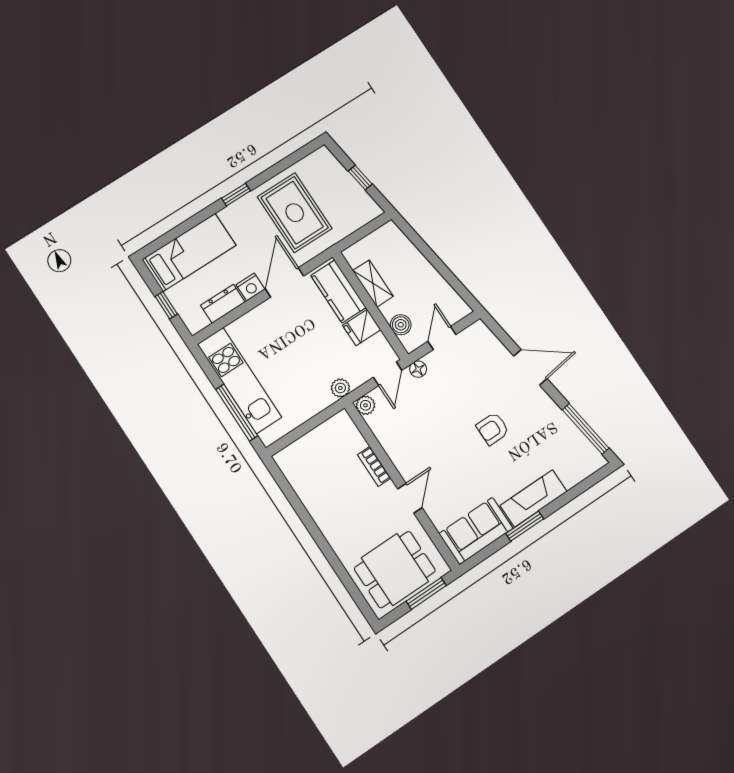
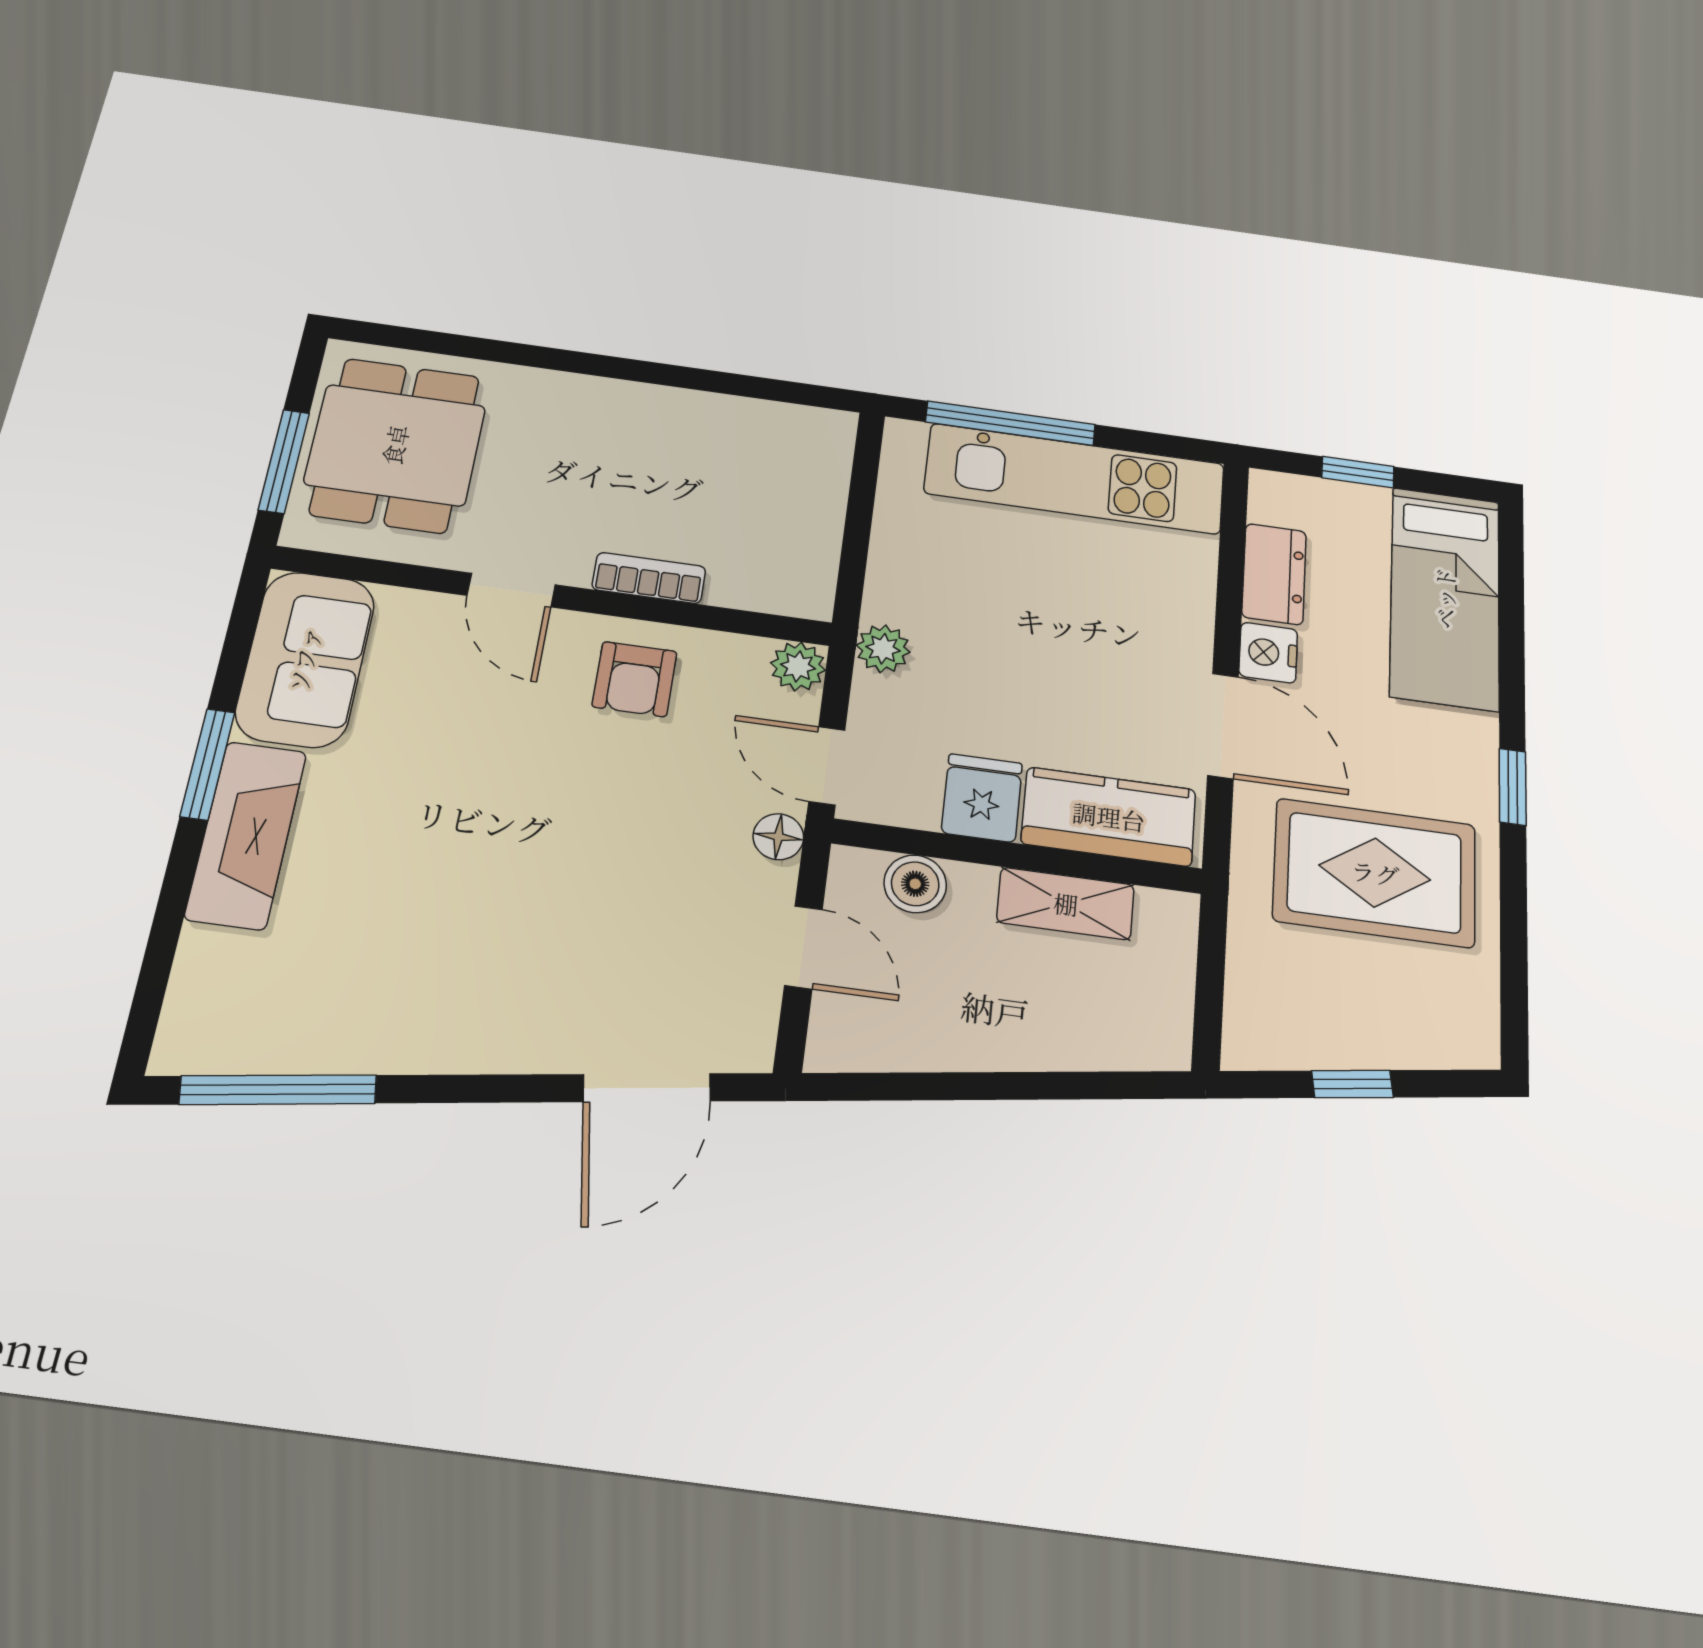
door: (530, 367) -> (647, 1088), moved
armchair: (493, 429) -> (635, 679), moved, turned 180

